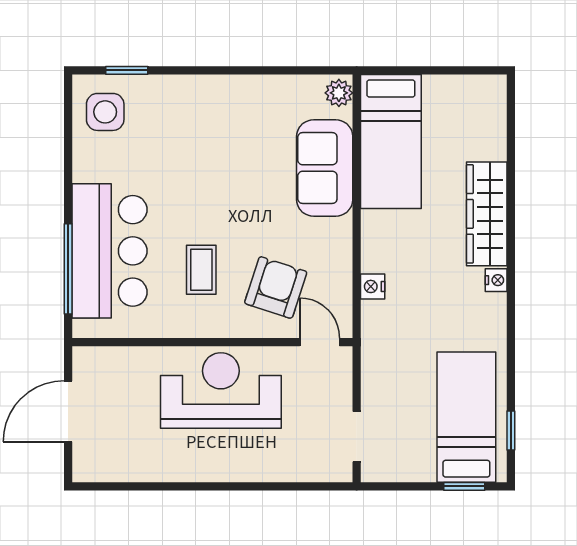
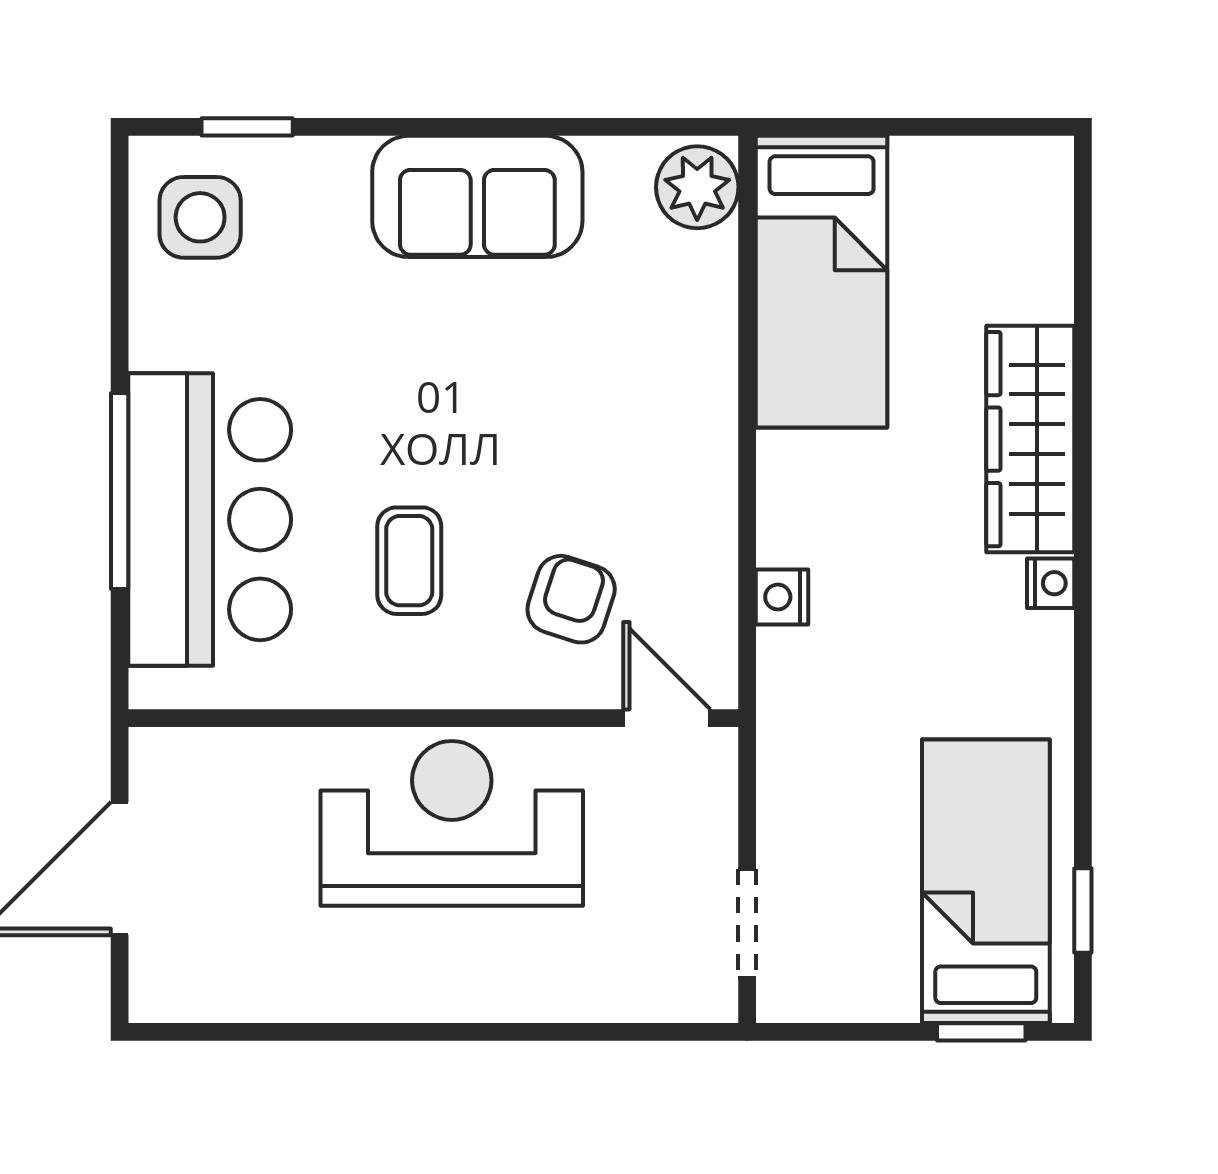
plant: (339, 93) -> (697, 187), width x1.38, depth x1.38
sofa: (325, 168) -> (477, 196), moved, turned -90
window: (68, 269) -> (120, 491), moved
armchair: (276, 287) -> (571, 599), width x0.72, depth x0.72

